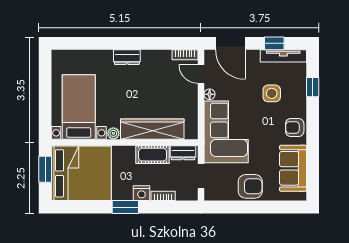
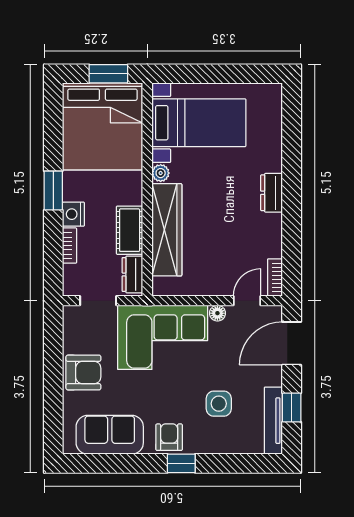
window: (313, 87) -> (181, 463), moved
armchair: (250, 186) -> (83, 373), turned -90

